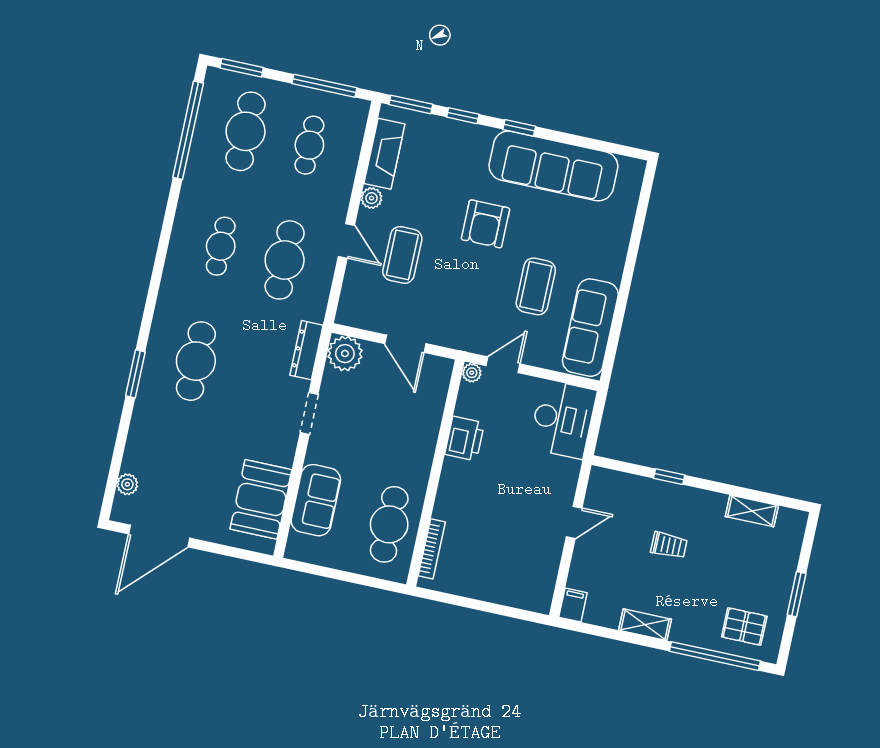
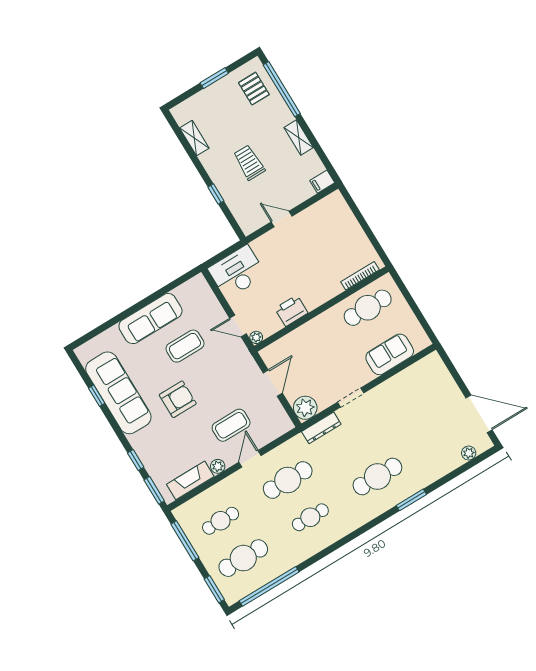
window: (519, 128) -> (97, 396), moved
sofa: (590, 328) -> (150, 319), moved
booth: (261, 499) -> (415, 381), removed
trolley: (669, 545) -> (249, 163), width x1.36, depth x1.39

